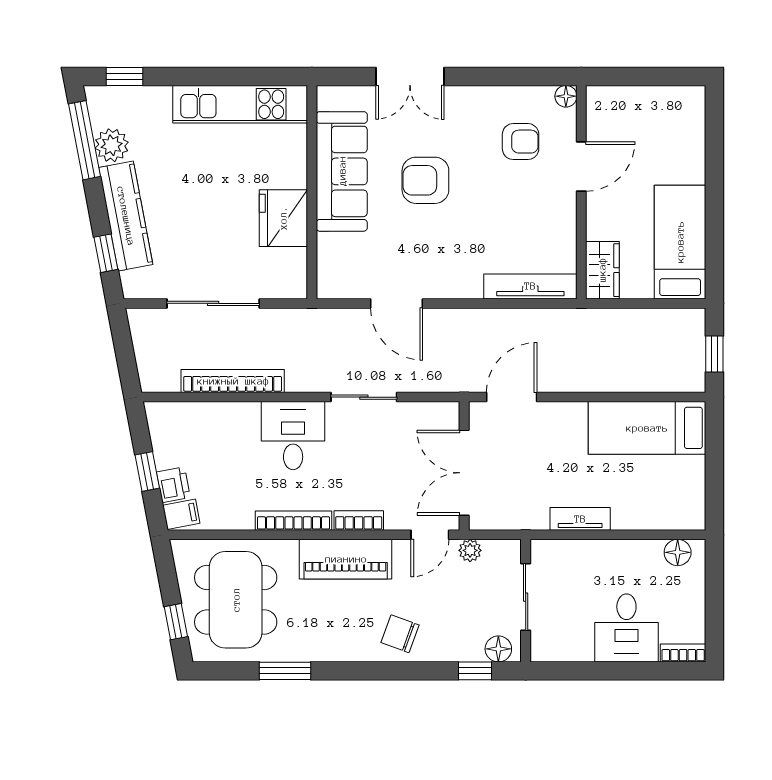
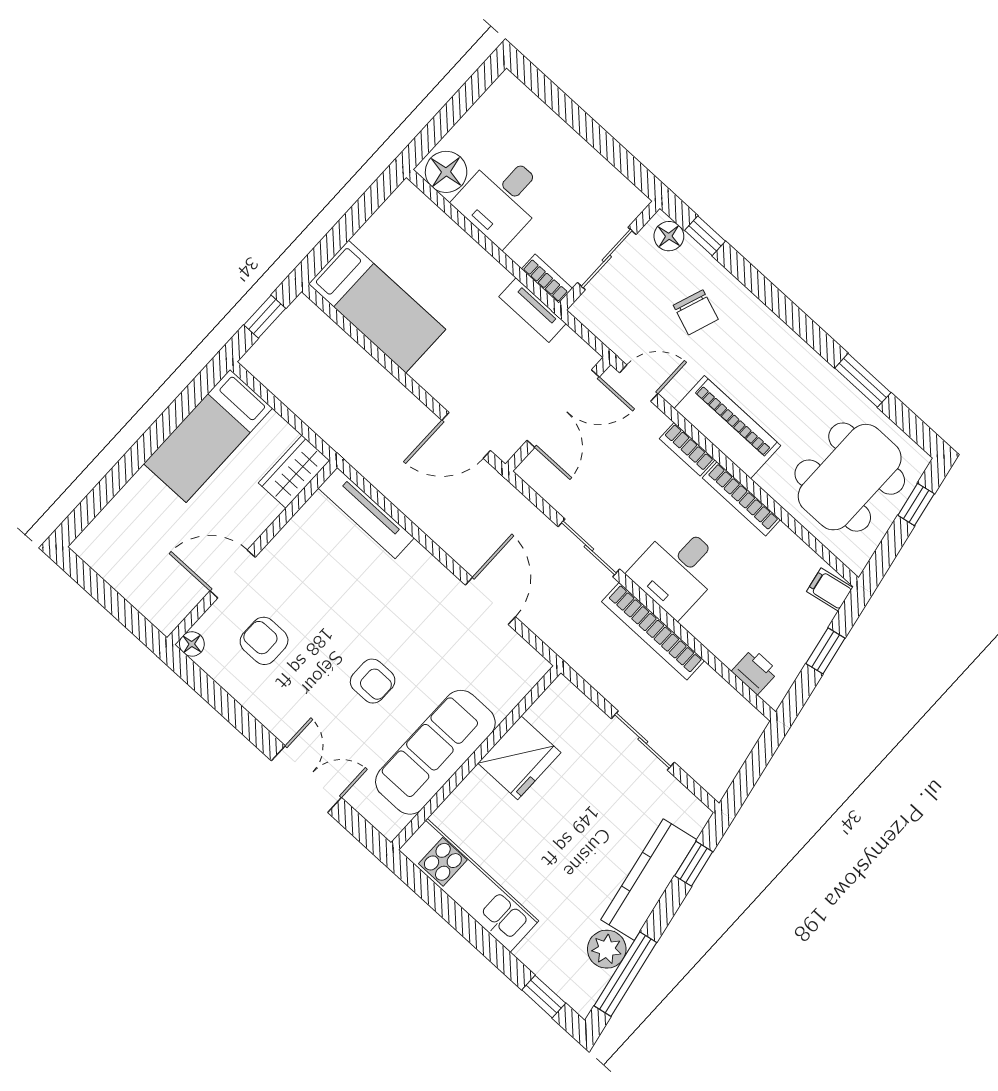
armchair: (425, 180) -> (373, 681), width x0.72, depth x0.72
sliding door: (213, 303) -> (643, 740), width x0.73
bookcase: (233, 381) -> (653, 631), moved
printer: (173, 485) -> (755, 671), moved, turned 101
tv unit: (580, 519) -> (533, 310), moved
plant: (470, 550) -> (617, 340), removed
floor lamp: (678, 552) -> (446, 172), width x1.38, depth x1.38
desk: (626, 628) -> (502, 199), moved, turned 180
chair: (400, 634) -> (696, 312), moved
bookcase: (683, 653) -> (547, 279), moved, turned 180

